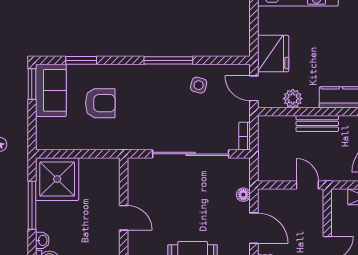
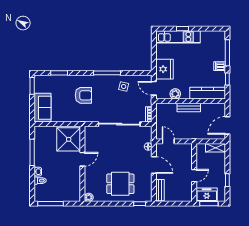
sofa: (51, 90) -> (43, 108), moved
armchair: (100, 103) -> (83, 95), moved
shower: (57, 179) -> (69, 139), moved
door: (307, 185) -> (168, 141), moved
door: (124, 218) -> (82, 159), hinge flipped

